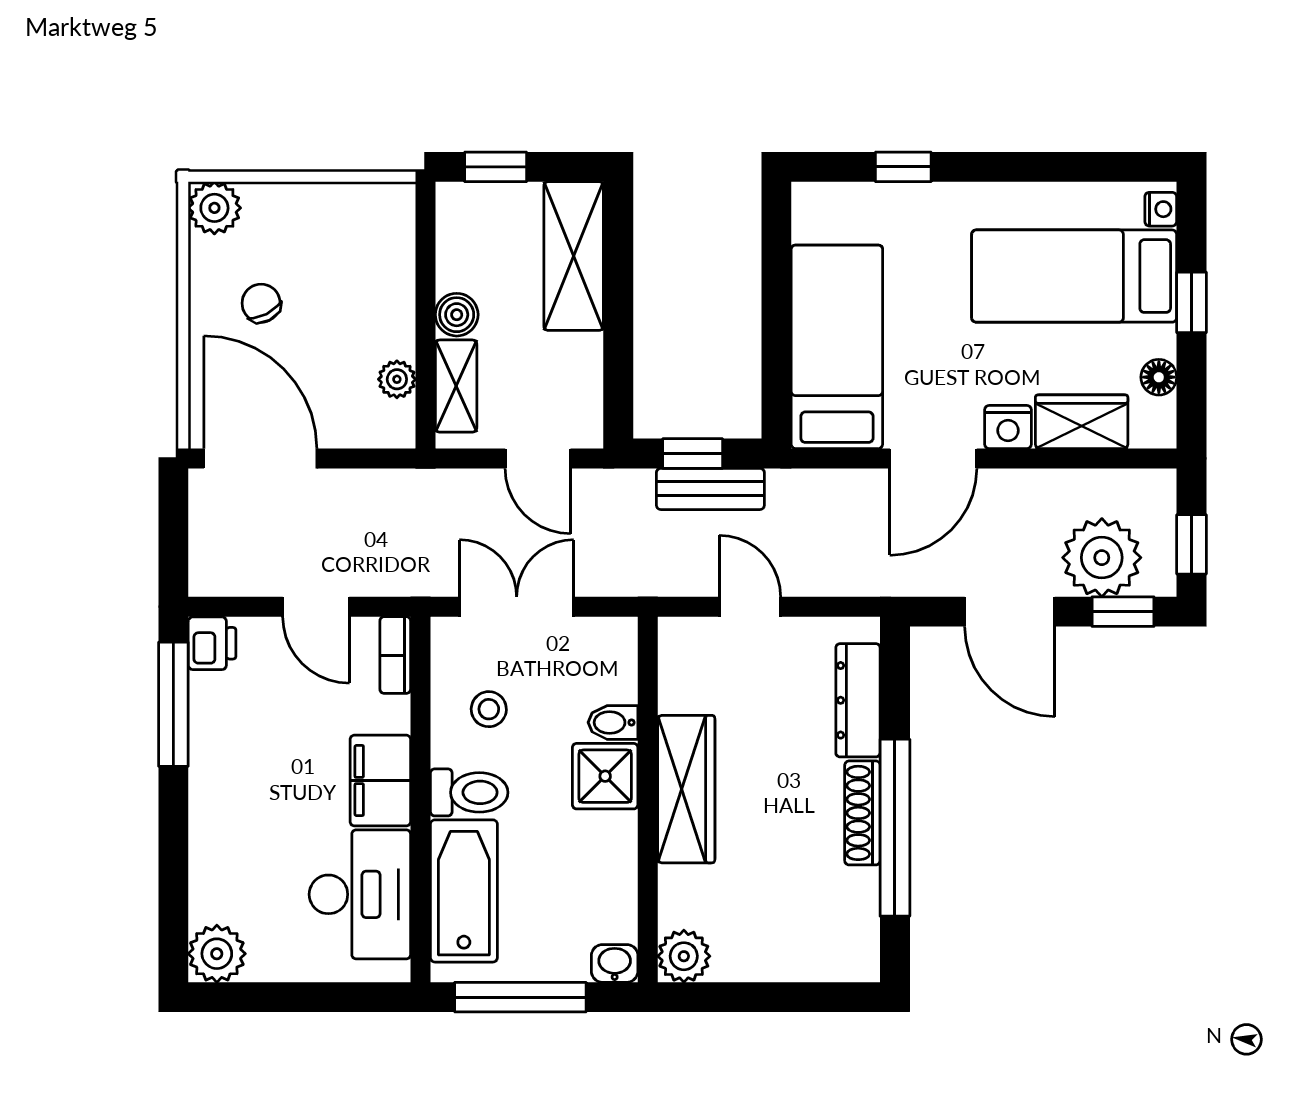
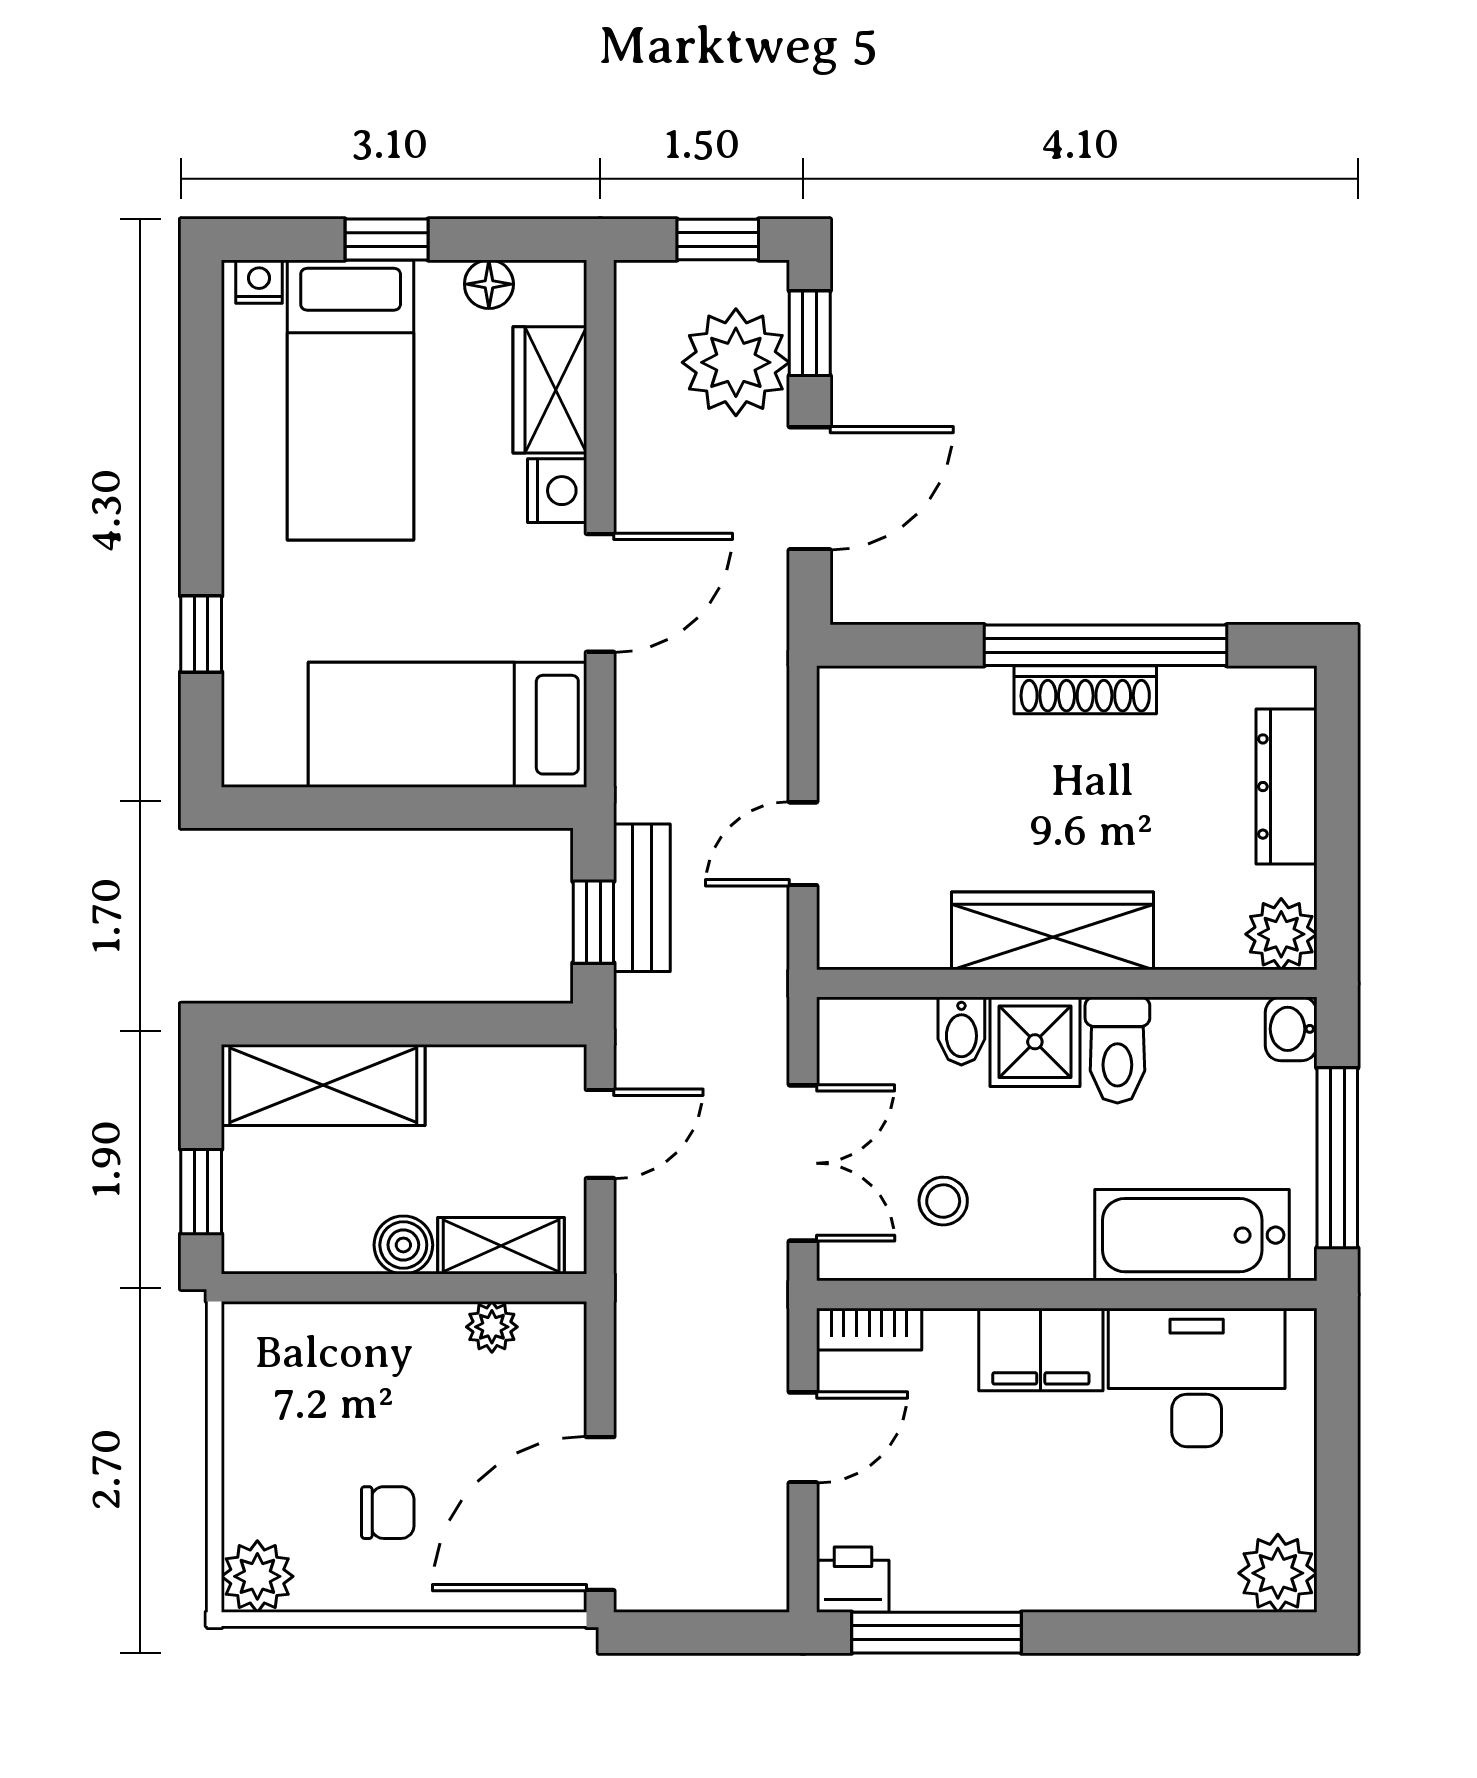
chair: (261, 303) -> (388, 1513), turned -153
door: (933, 458) -> (600, 593), hinge flipped
double door: (517, 607) -> (803, 1163), swing flipped
dresser: (858, 700) -> (1287, 787), moved, turned 90
toilet: (469, 792) -> (1117, 1050), moved, turned 180

